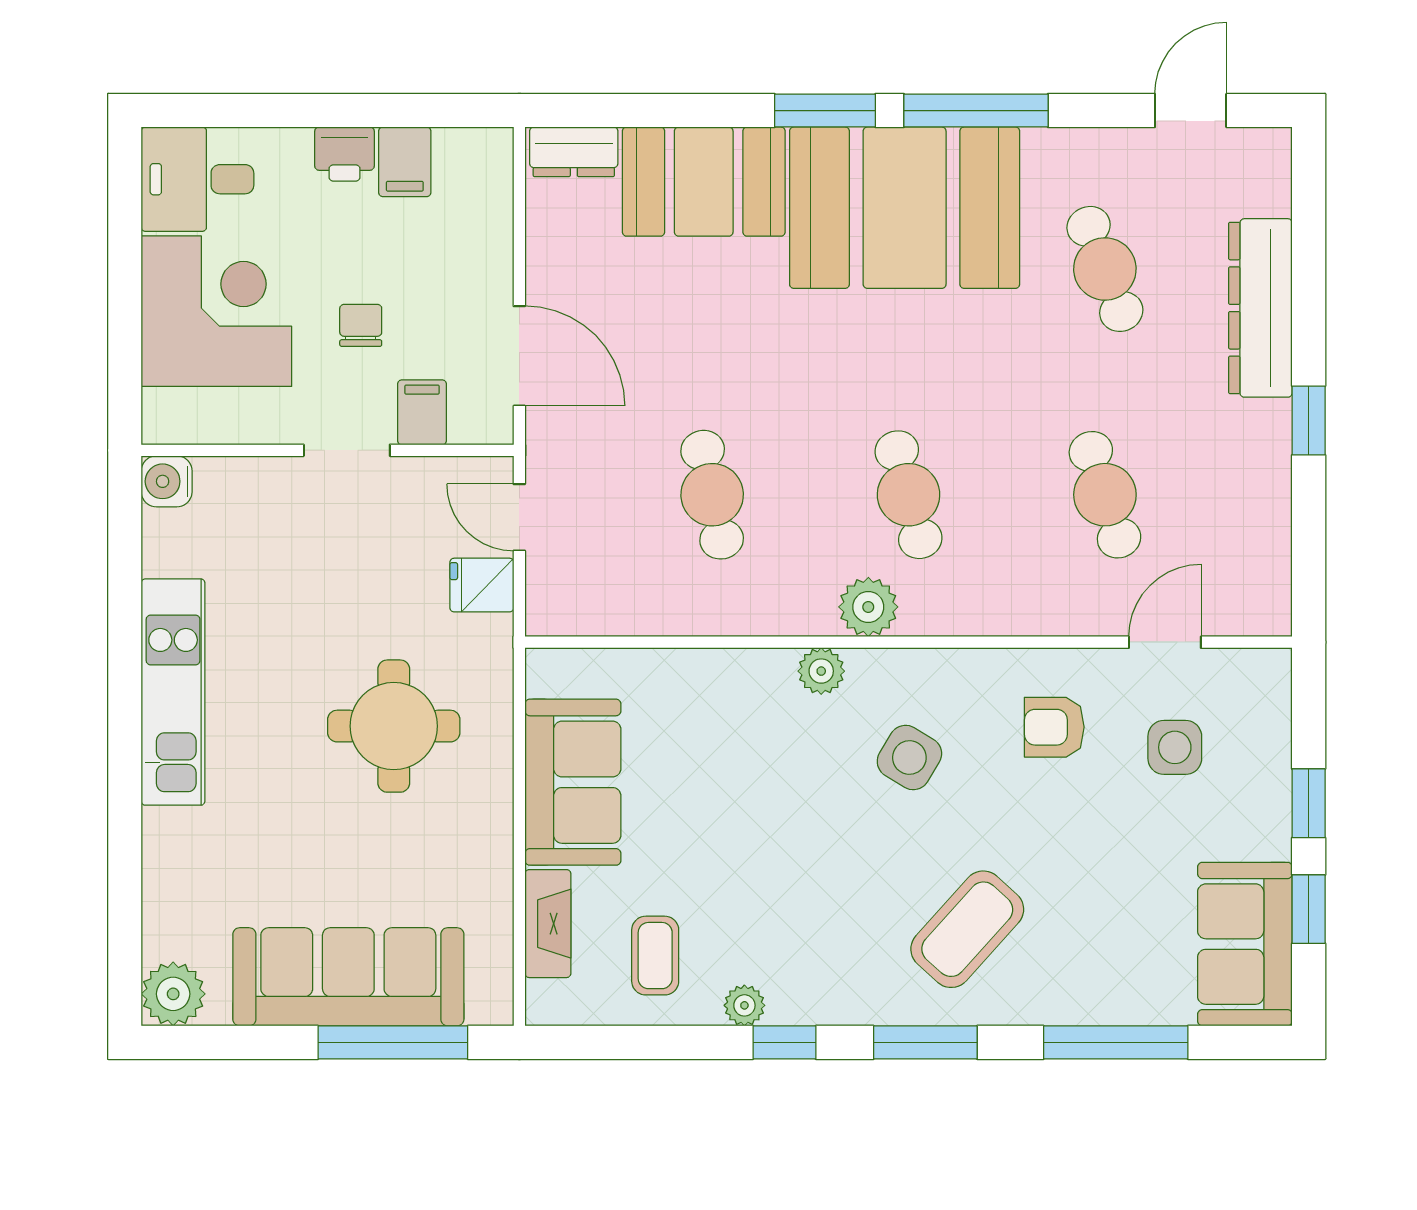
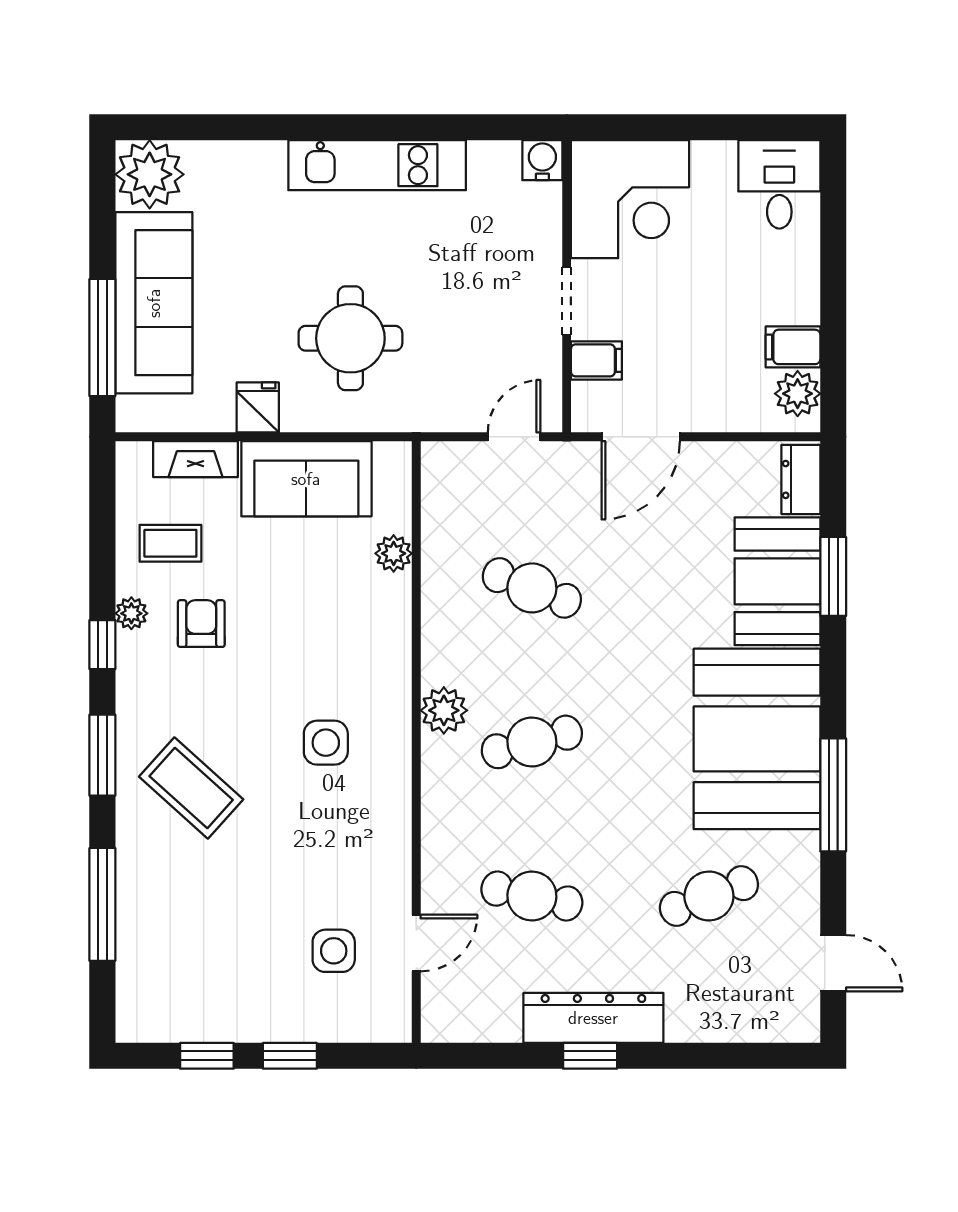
window: (825, 111) -> (833, 576), moved
printer: (344, 154) -> (799, 300), removed
plant: (464, 156) -> (798, 394), added
dresser: (1260, 308) -> (593, 1018), moved
corner desk: (216, 311) -> (630, 199), moved
chair: (361, 325) -> (665, 312), removed
cafe table: (712, 495) -> (532, 588), turned 33
cafe table: (1105, 495) -> (532, 896), turned 30
fridge: (482, 585) -> (258, 407), moved
door: (1165, 642) -> (416, 943), hinge flipped
plant: (821, 671) -> (394, 553), moved
armchair: (1054, 727) -> (201, 624), moved
side table: (909, 757) -> (326, 743), turned -31
sofa: (1245, 944) -> (179, 1006), removed
plant: (173, 994) -> (150, 174), width x1.36, depth x1.36

